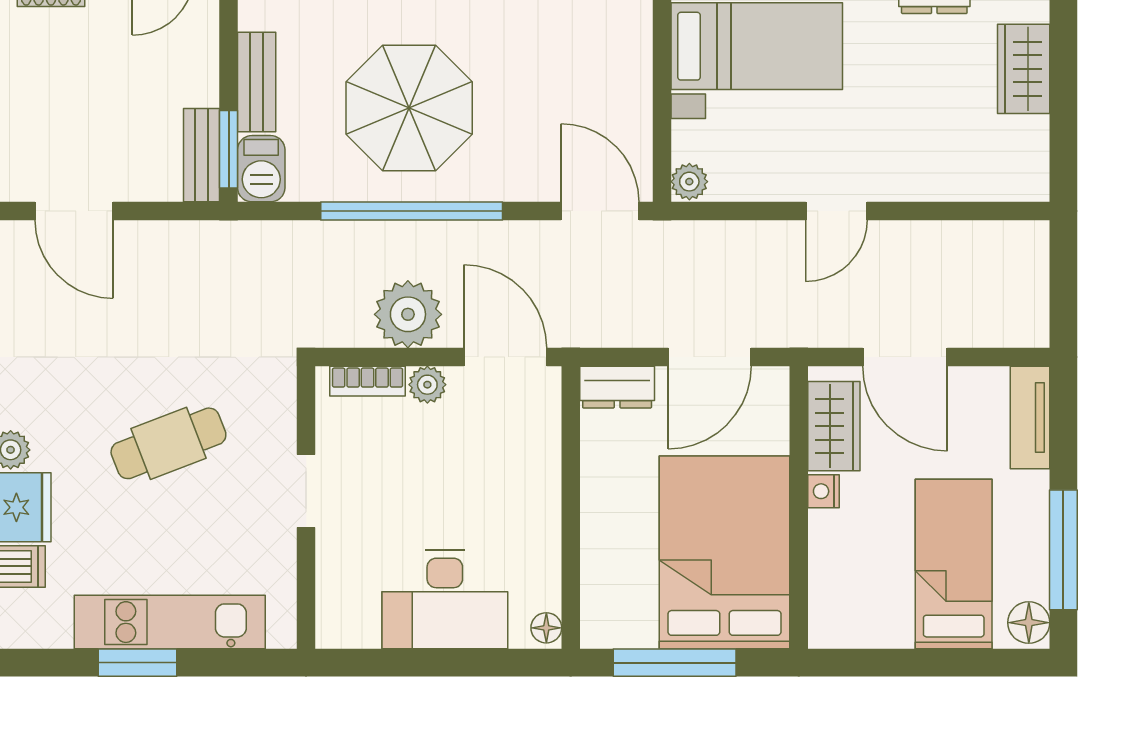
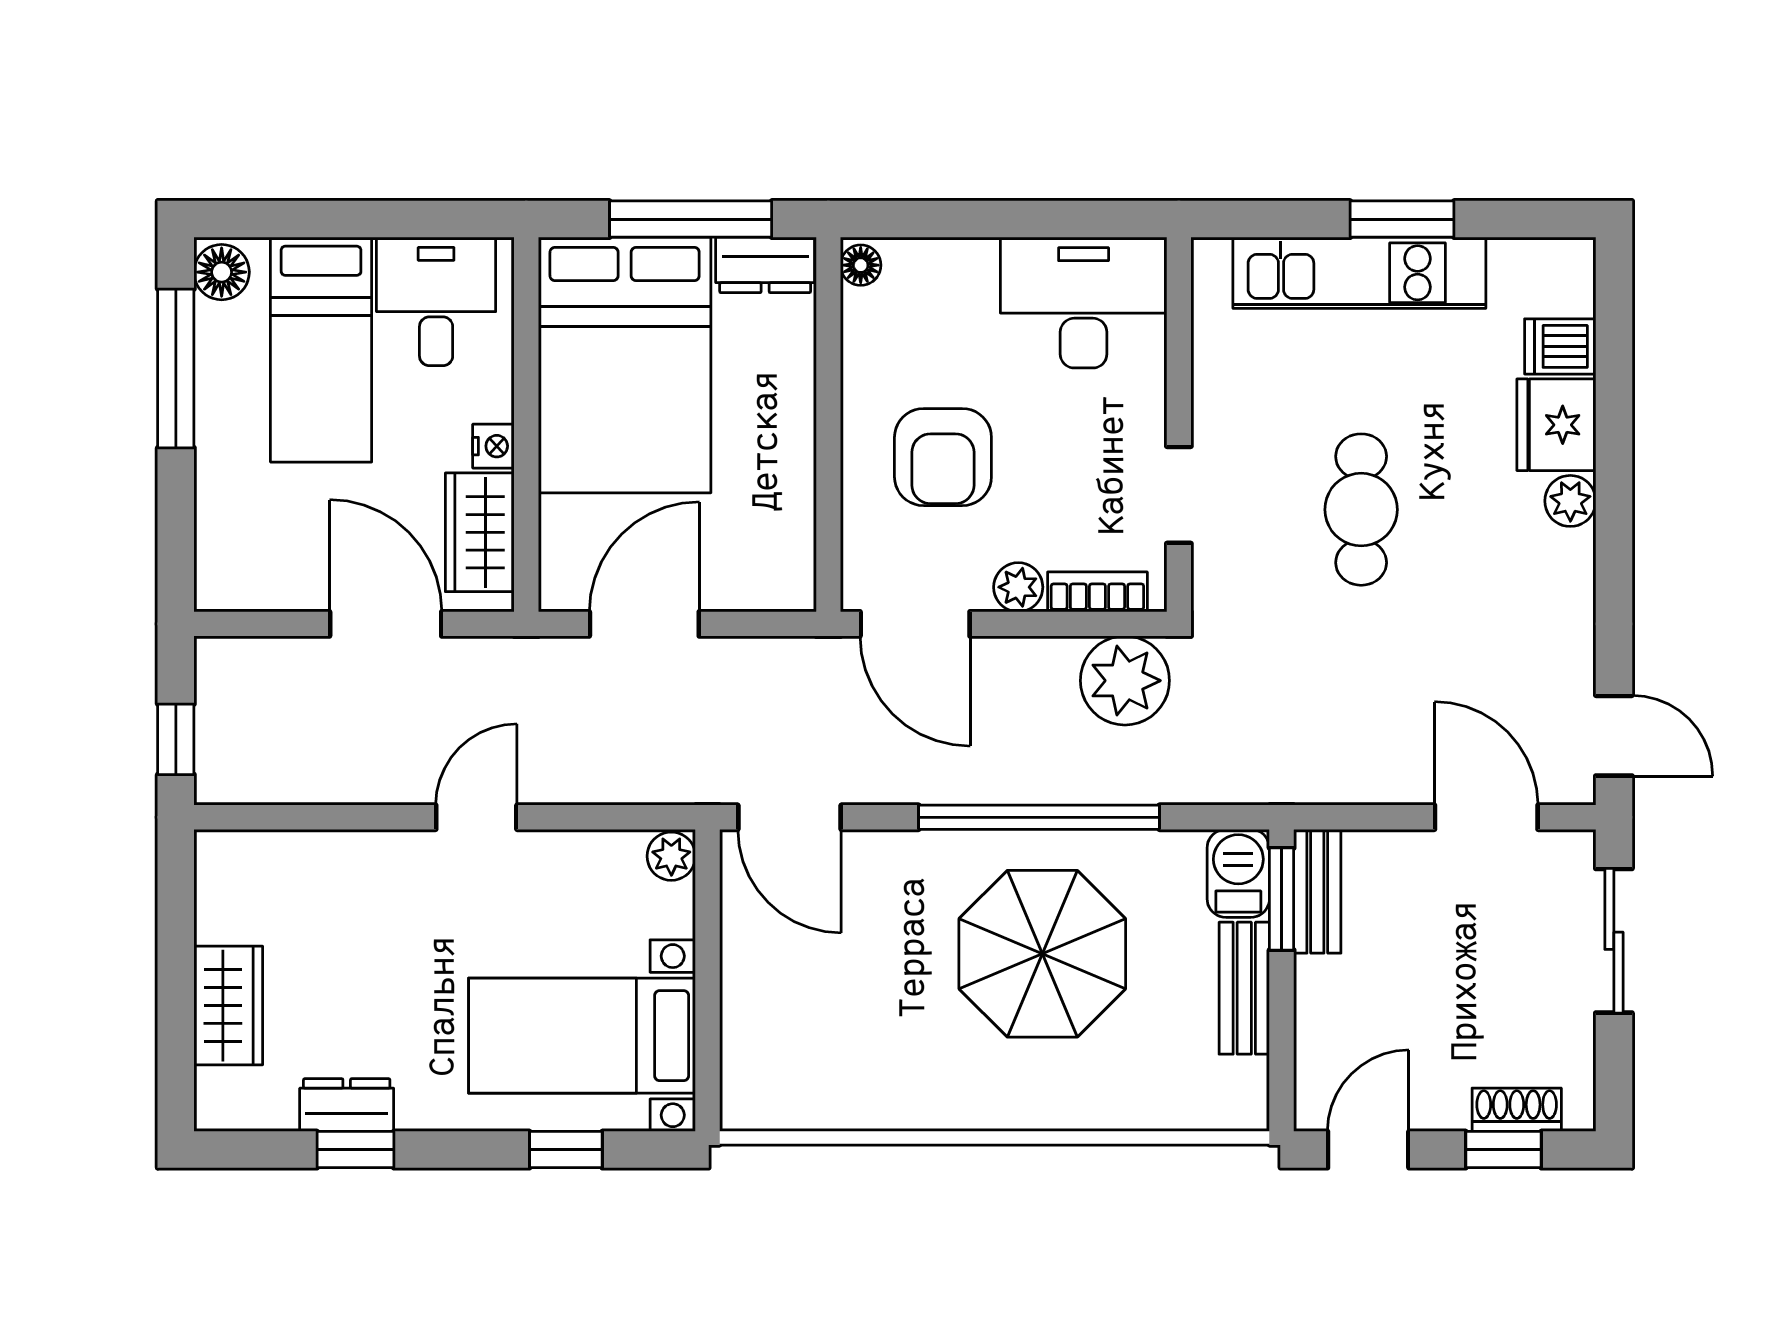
window: (1063, 270) -> (176, 739), added
plant: (408, 314) -> (1125, 681), moved
dresser: (617, 387) -> (765, 265), moved, turned 180
tv unit: (1030, 417) -> (220, 544), removed
cafe table: (168, 443) -> (1361, 510), turned -69
armchair: (484, 483) -> (943, 457), added
doorway: (306, 491) -> (1179, 495), moved
desk: (445, 600) -> (1084, 303), moved
desk: (867, 600) -> (436, 301), added

